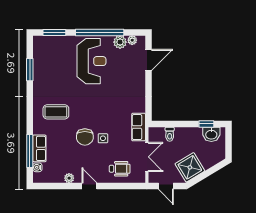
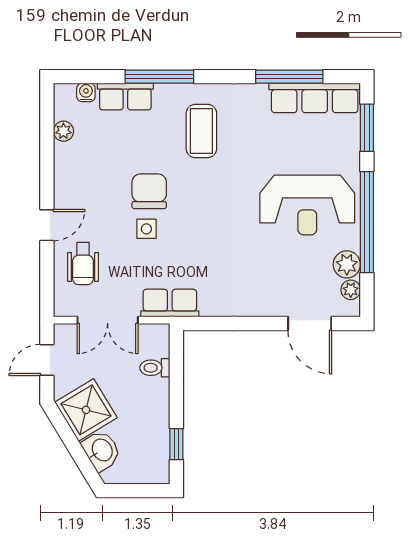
row of seats: (40, 57) -> (315, 98), added
window: (30, 70) -> (289, 77), width x1.44
washbasin: (211, 134) -> (101, 450), moved, turned 149
chair: (85, 137) -> (149, 191), turned 90
window: (30, 151) -> (159, 77), moved
plant: (69, 178) -> (63, 131), moved
door: (89, 186) -> (47, 225), moved

